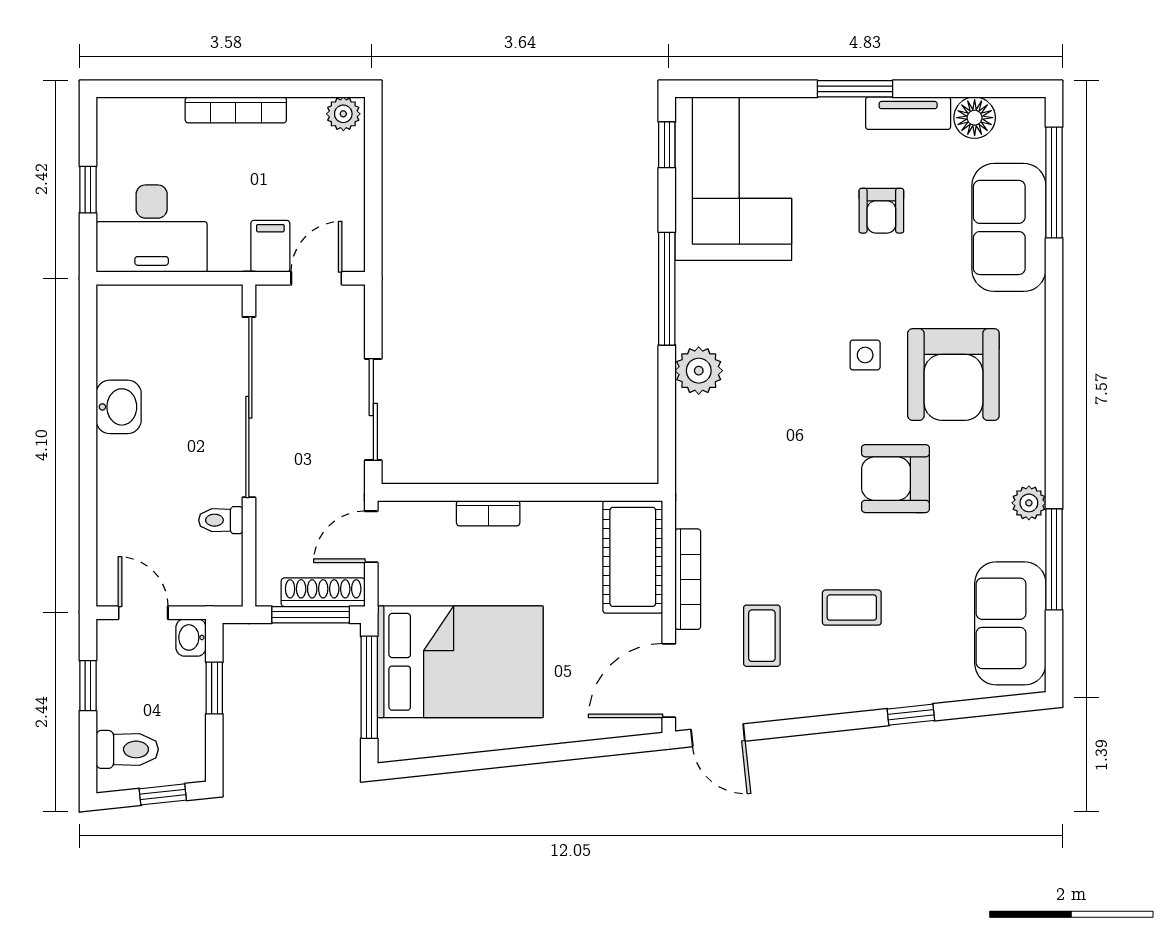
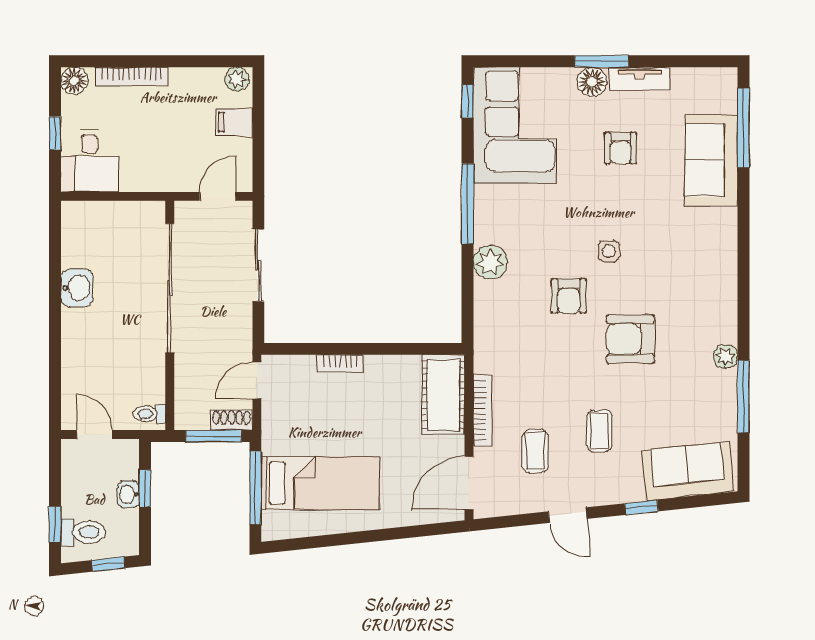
bookcase: (236, 110) -> (132, 76), moved
floor lamp: (115, 116) -> (74, 81), added
floor lamp: (975, 118) -> (592, 82), moved
desk: (152, 229) -> (90, 161), width x0.73
filing cabinet: (270, 246) -> (234, 122), moved, turned -90
armchair: (953, 375) -> (569, 296), moved, width x0.53, depth x0.53
sliding door: (373, 410) -> (258, 265), moved
toilet: (221, 520) -> (150, 414), moved
shoe rack: (323, 592) -> (232, 420), width x0.70
coffee table: (852, 608) -> (599, 431), turned 90
sofa: (1010, 623) -> (688, 471), moved, turned 84
washbasin: (191, 637) -> (128, 494), moved
bed: (460, 662) -> (320, 483), width x0.67
window: (88, 686) -> (55, 524), moved
door: (718, 735) -> (568, 515), moved

